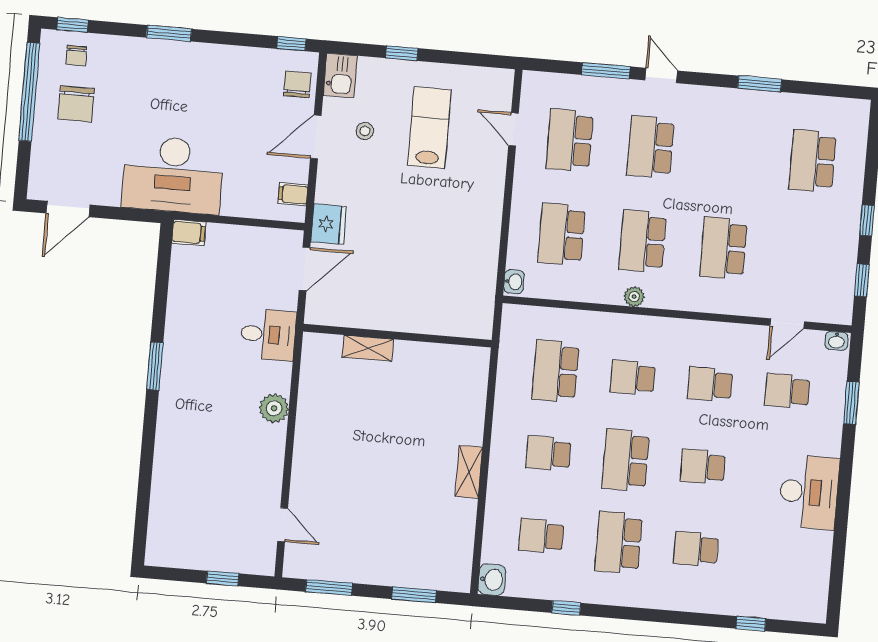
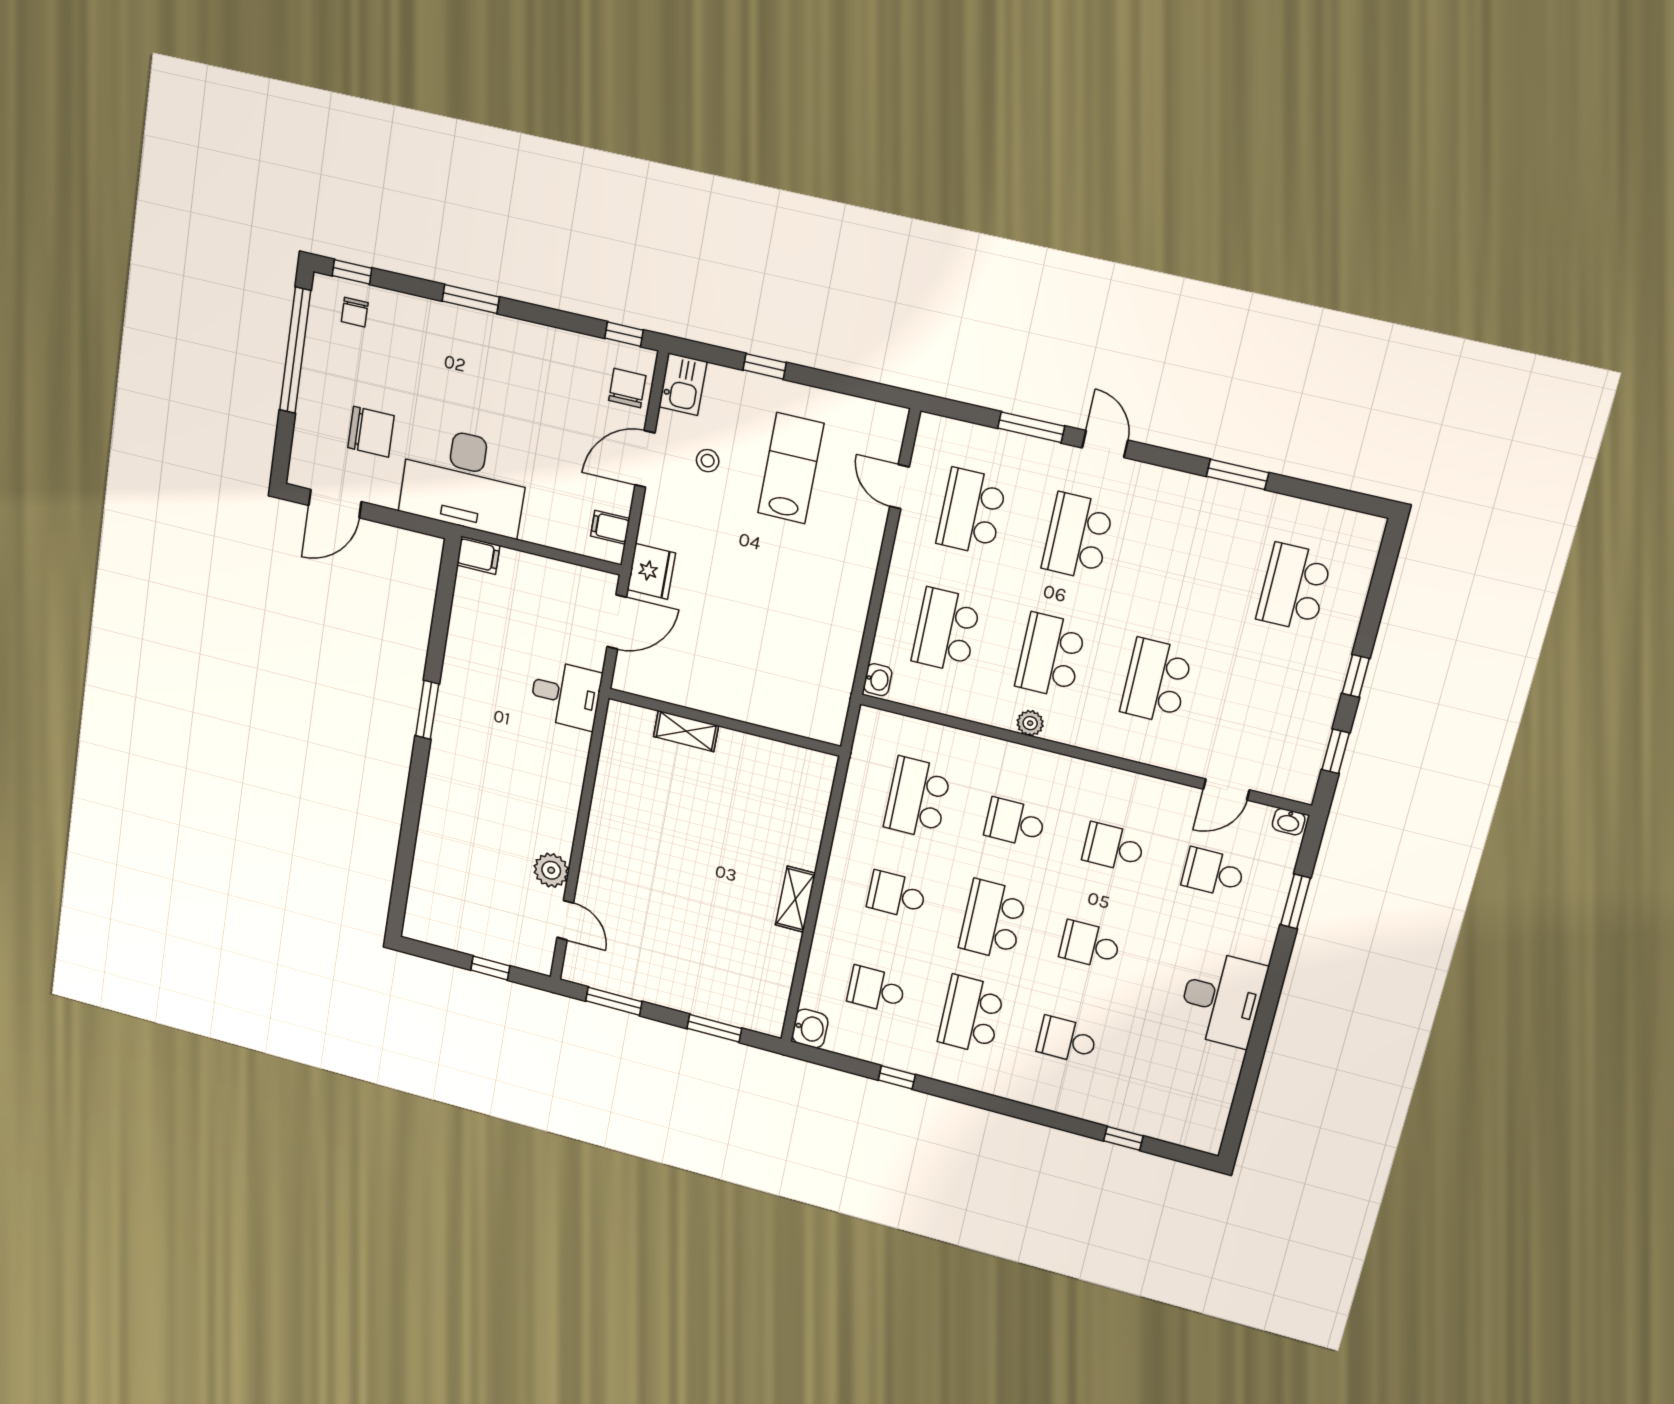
chair: (76, 104) -> (371, 432), moved, turned -90
plant: (274, 408) -> (551, 870), moved

